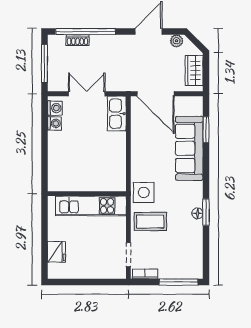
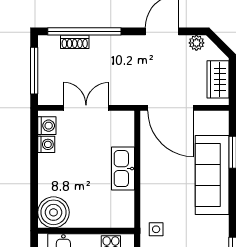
kitchen sink: (117, 114) -> (123, 169), moved
boiler: (60, 179) -> (53, 212), added
side table: (144, 192) -> (156, 229), width x0.54, depth x0.54

